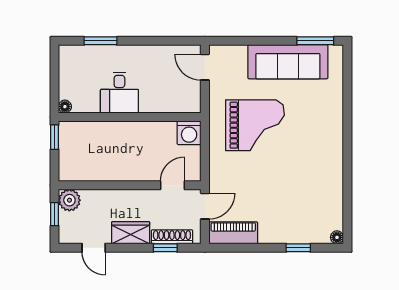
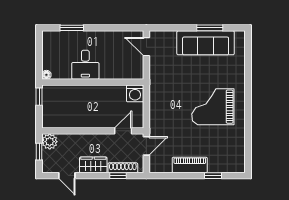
window: (315, 41) -> (210, 28), moved
grand piano: (255, 125) -> (213, 107), moved, turned 180
piano: (233, 233) -> (190, 165), moved
floor lamp: (337, 237) -> (241, 168), removed

